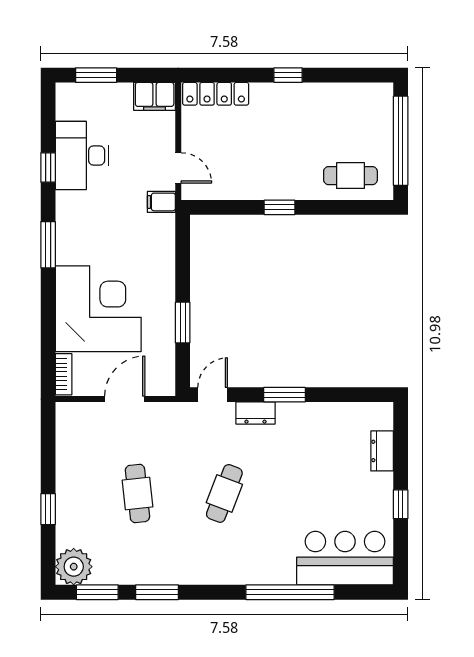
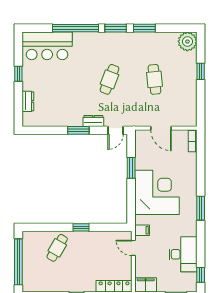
window: (48, 168) -> (201, 275), moved
cafe table: (350, 176) -> (57, 248), moved, turned -60
corner desk: (98, 309) -> (157, 192), moved, turned 180
door: (125, 399) -> (161, 128), hinge flipped
window: (97, 592) -> (116, 28), moved

